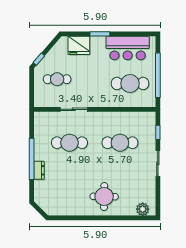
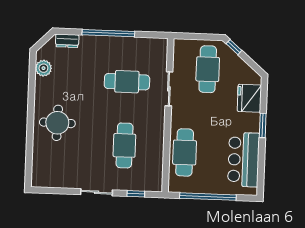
cafe table: (57, 79) -> (208, 69), width x1.37, depth x1.35
cafe table: (130, 83) -> (185, 152), moved
cafe table: (69, 143) -> (127, 82), turned 90
dresser: (39, 170) -> (67, 41), moved
plant: (143, 209) -> (43, 68), moved

